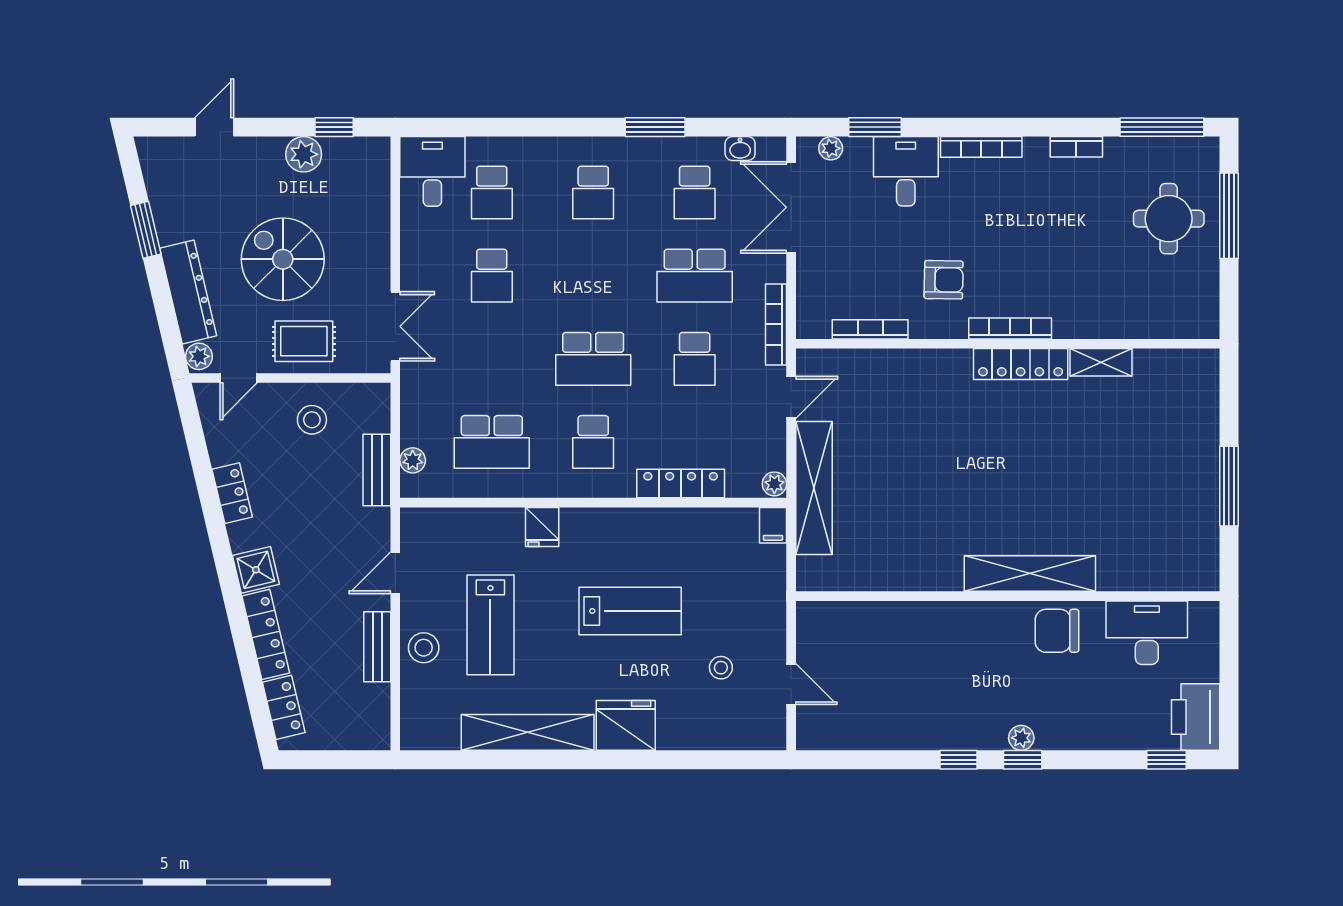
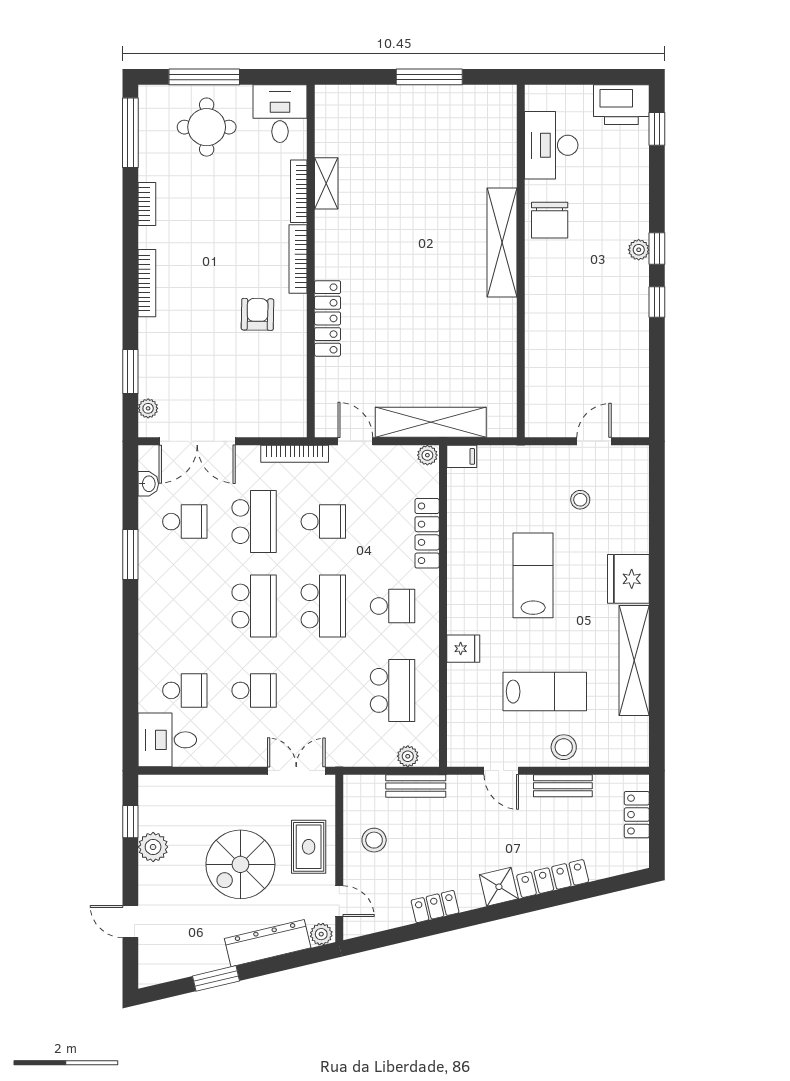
desk: (906, 171) -> (280, 114), moved, turned 90
school desk: (593, 192) -> (254, 606), moved, width x1.85
bookcase: (870, 329) -> (299, 191), moved
locker: (1021, 364) -> (328, 318), moved
locker: (284, 707) -> (637, 815), moved, turned -77

